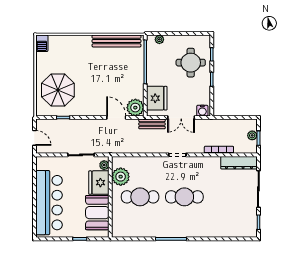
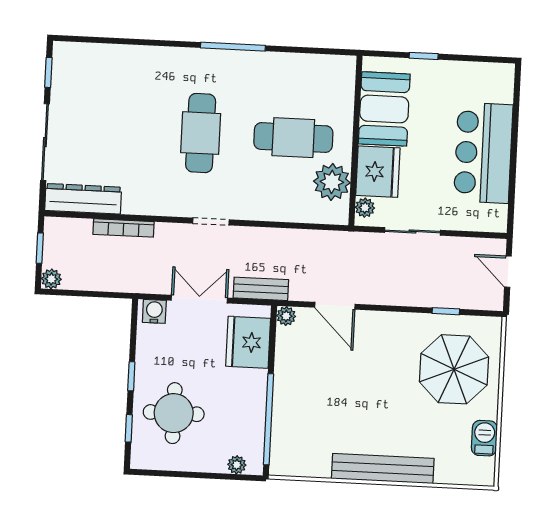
bench: (117, 41) -> (383, 469), moved
barbecue: (42, 43) -> (484, 438), moved
plant: (135, 108) -> (286, 316), width x0.53, depth x0.53
plant: (252, 135) -> (51, 279), moved
cafe table: (184, 197) -> (201, 133), turned 90
bar counter: (49, 203) -> (483, 153), width x0.73

